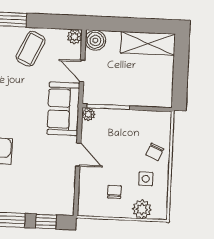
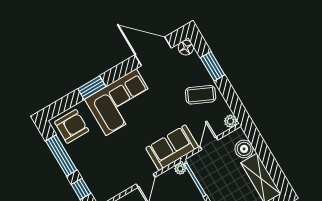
boiler: (95, 40) -> (244, 149), moved

